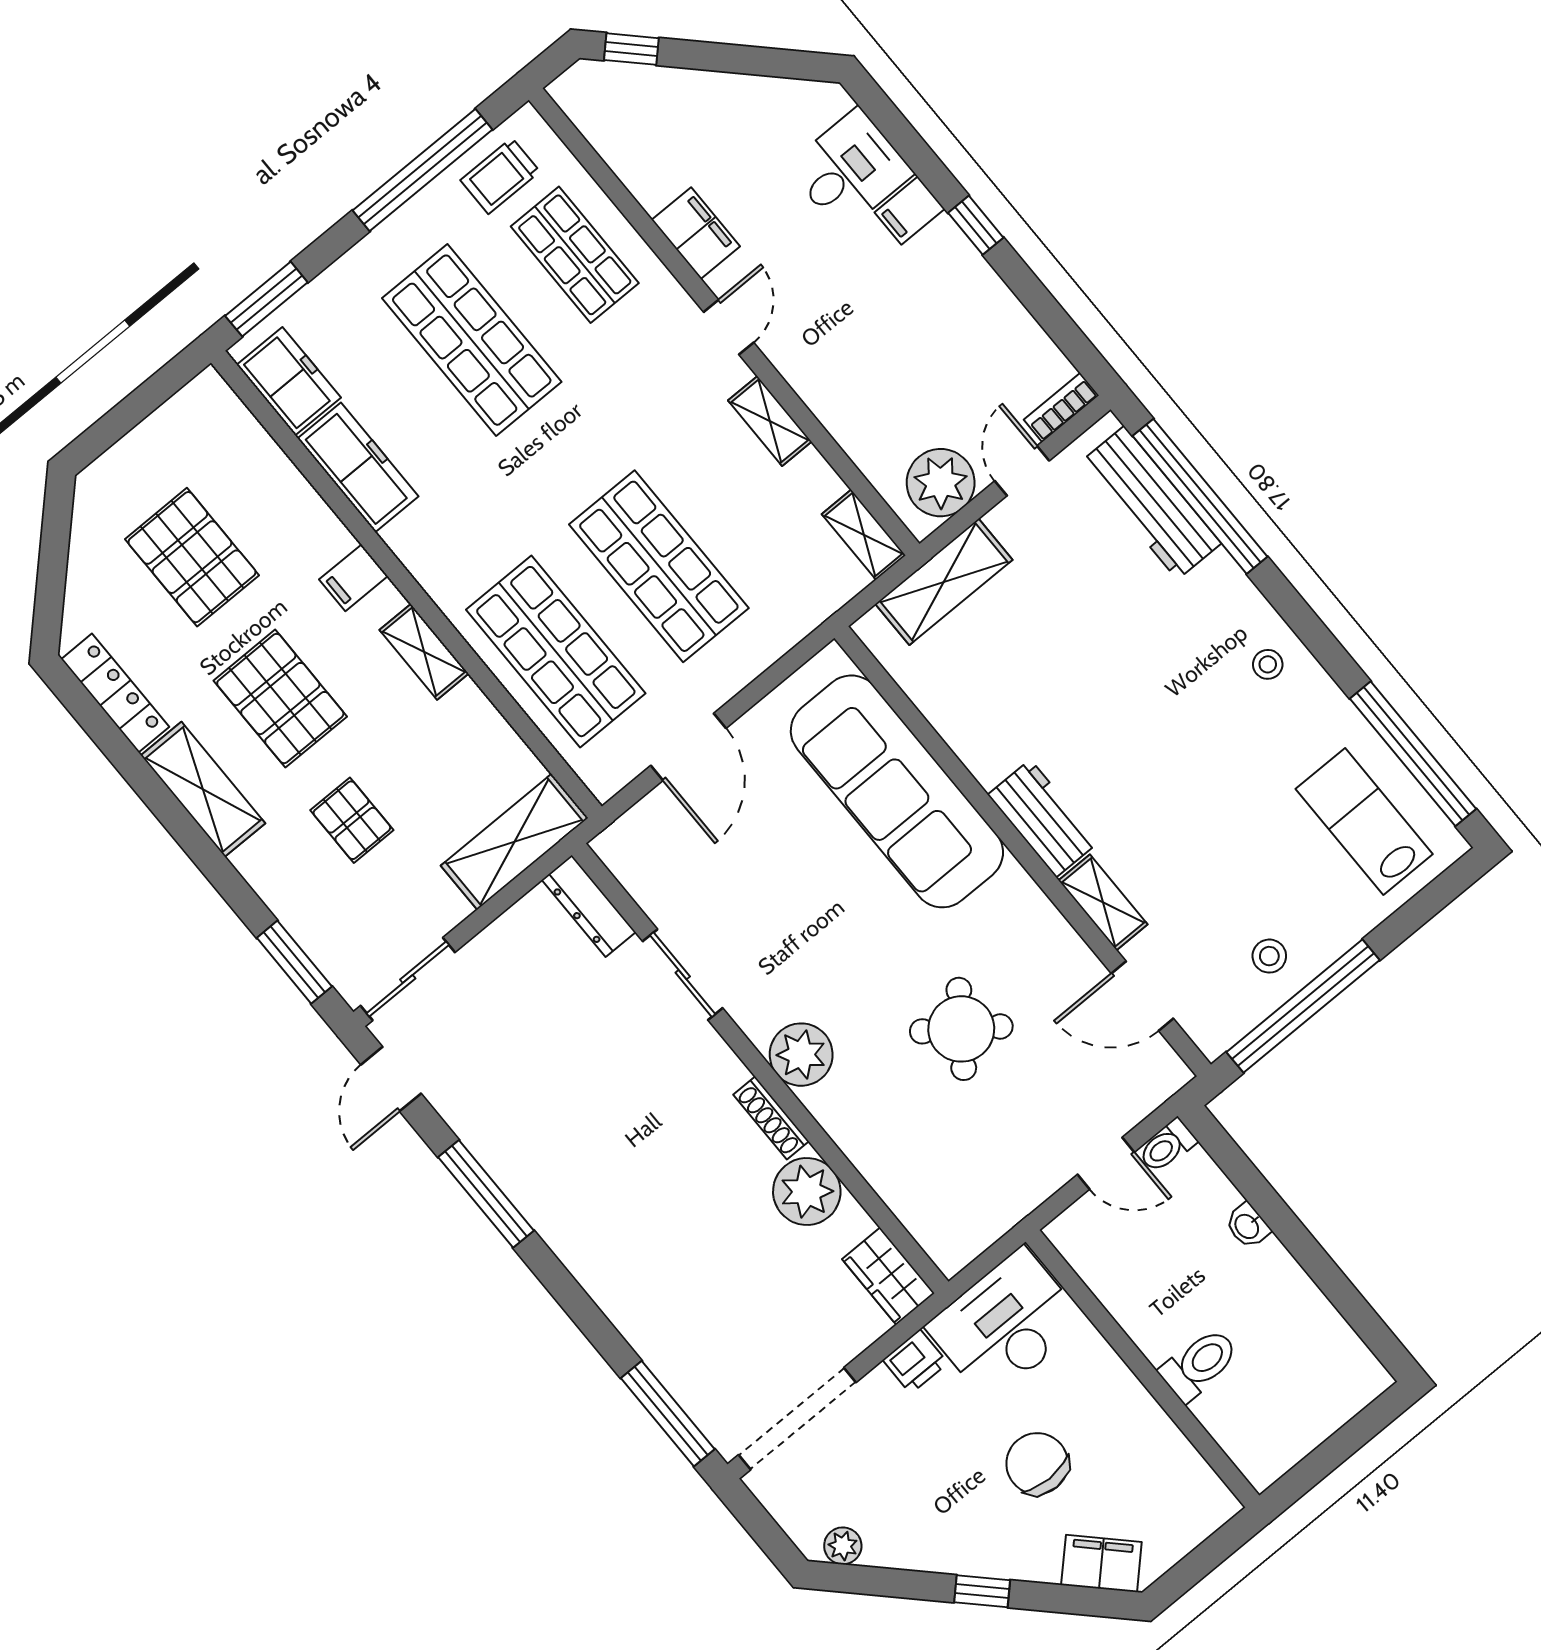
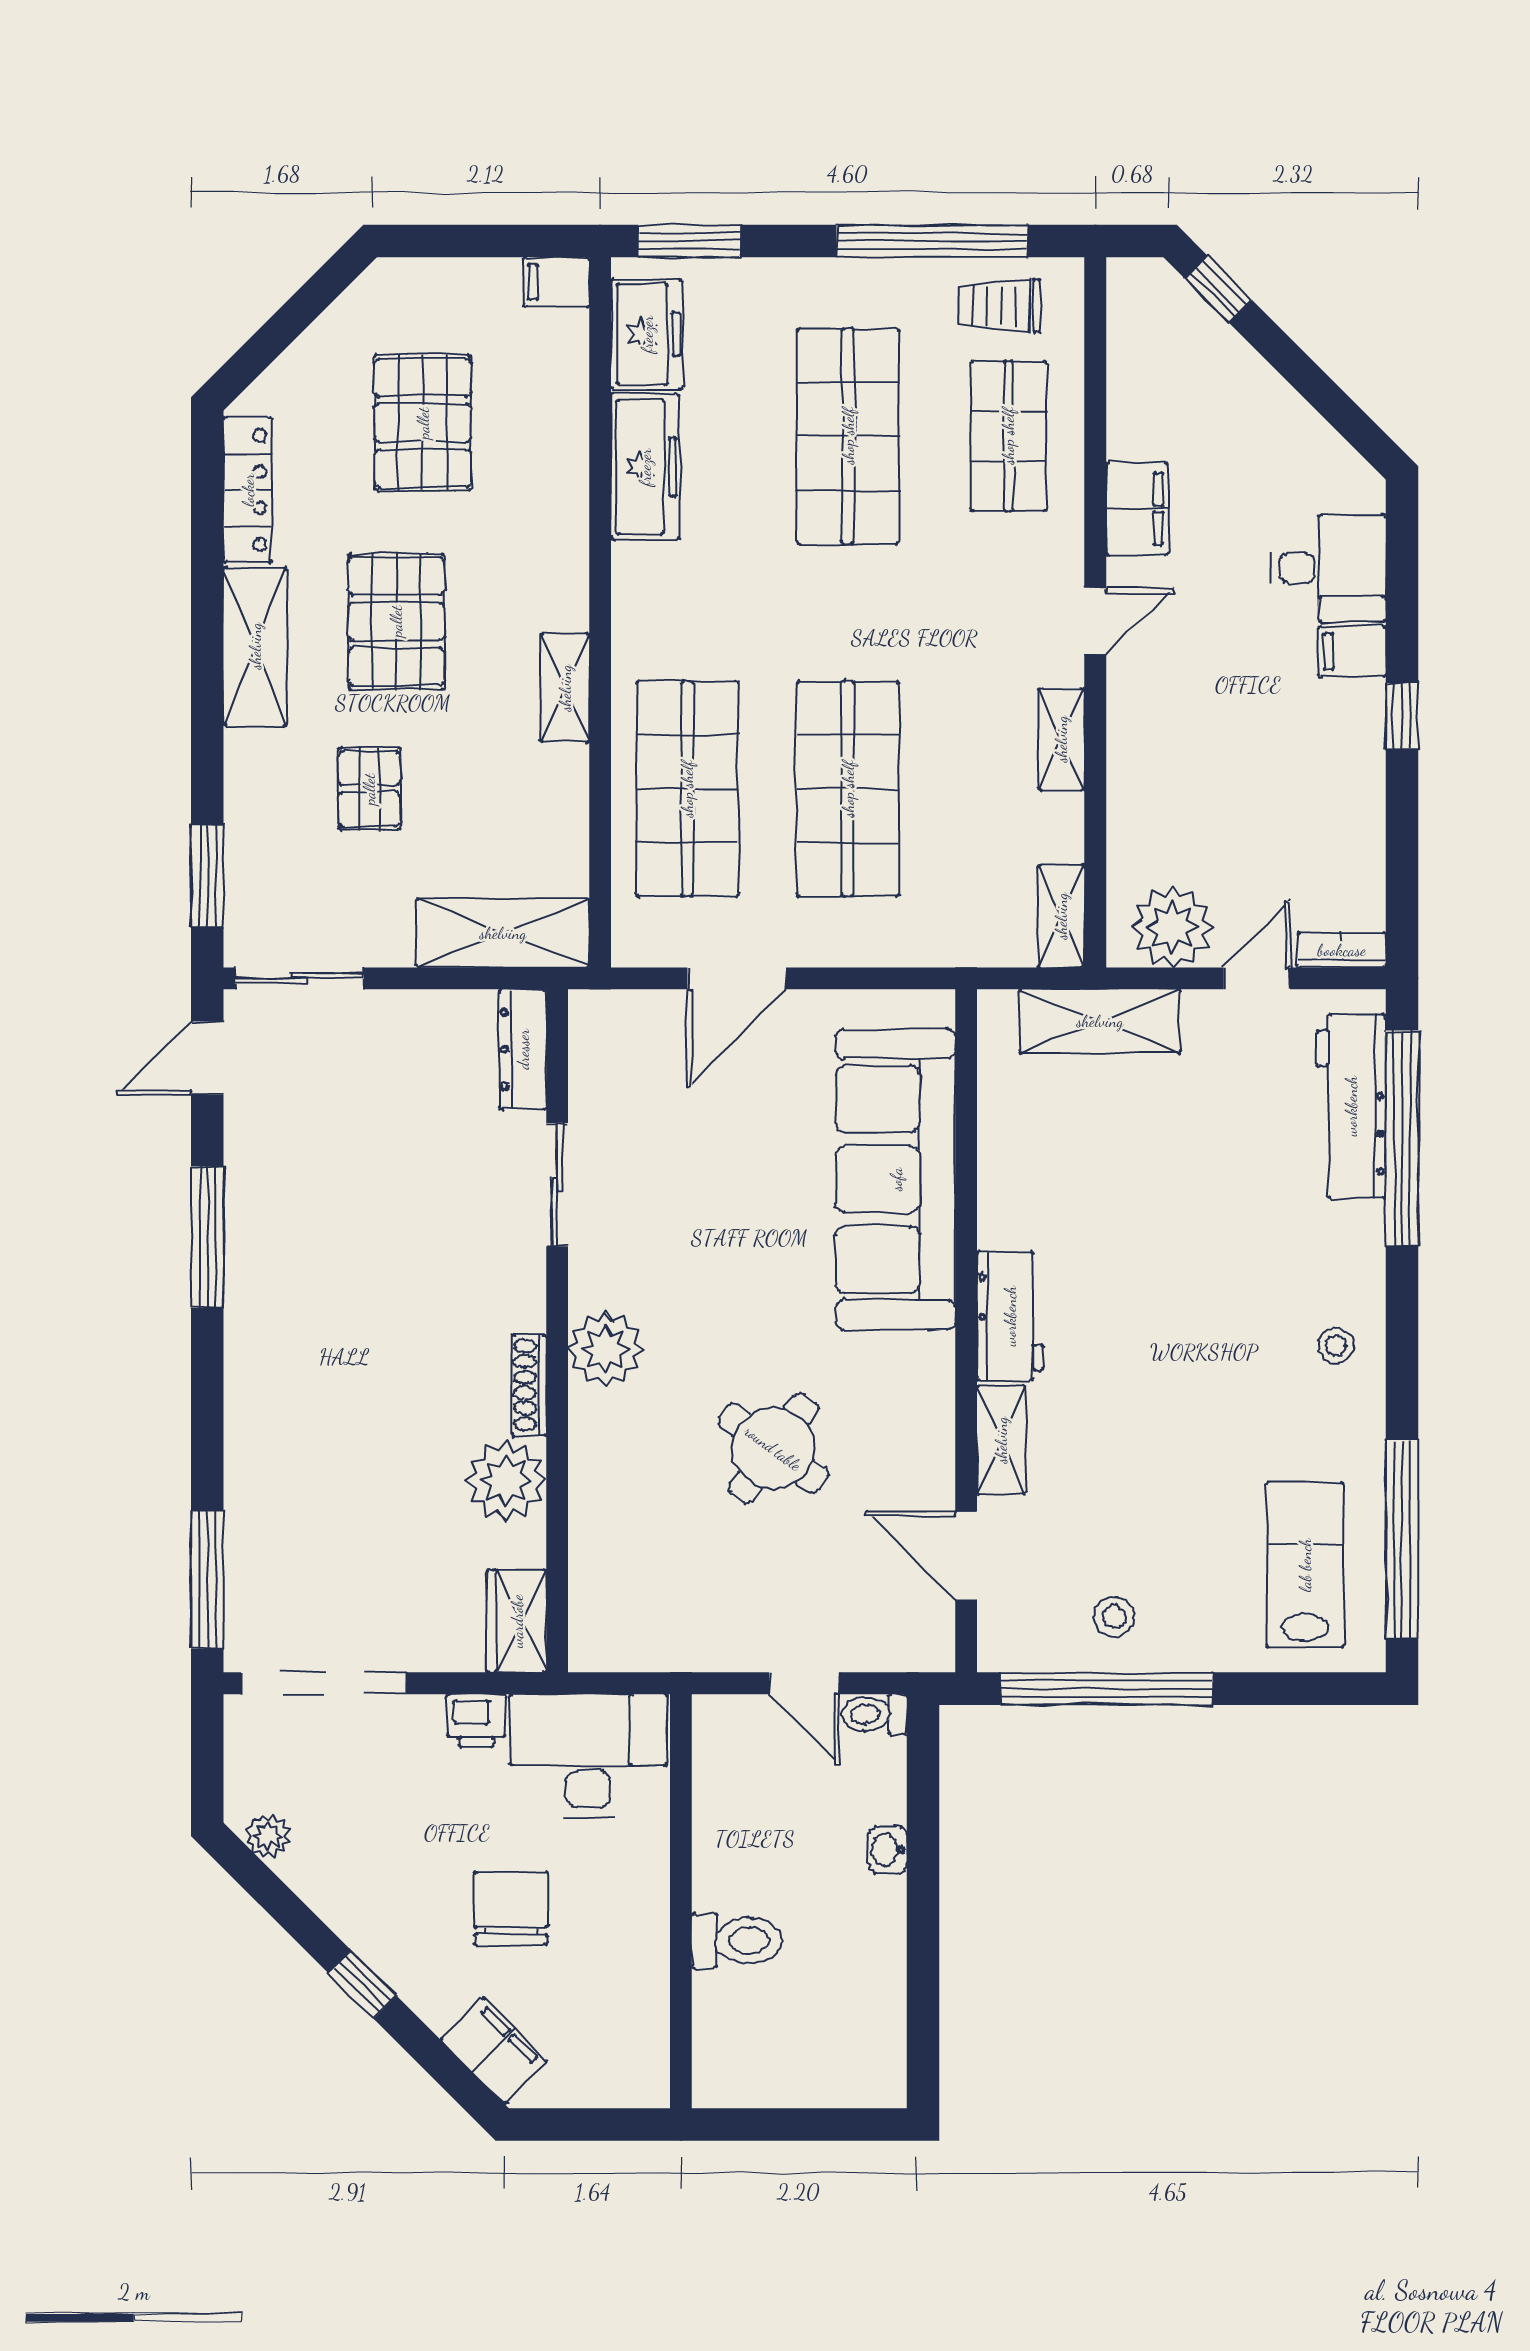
filing cabinet: (353, 578) -> (556, 282), moved

